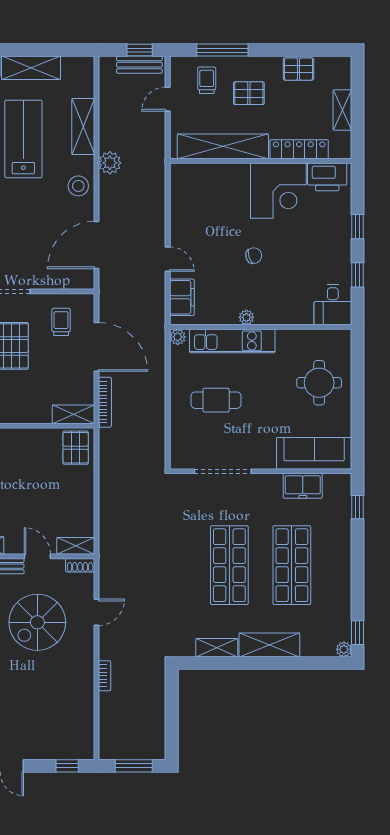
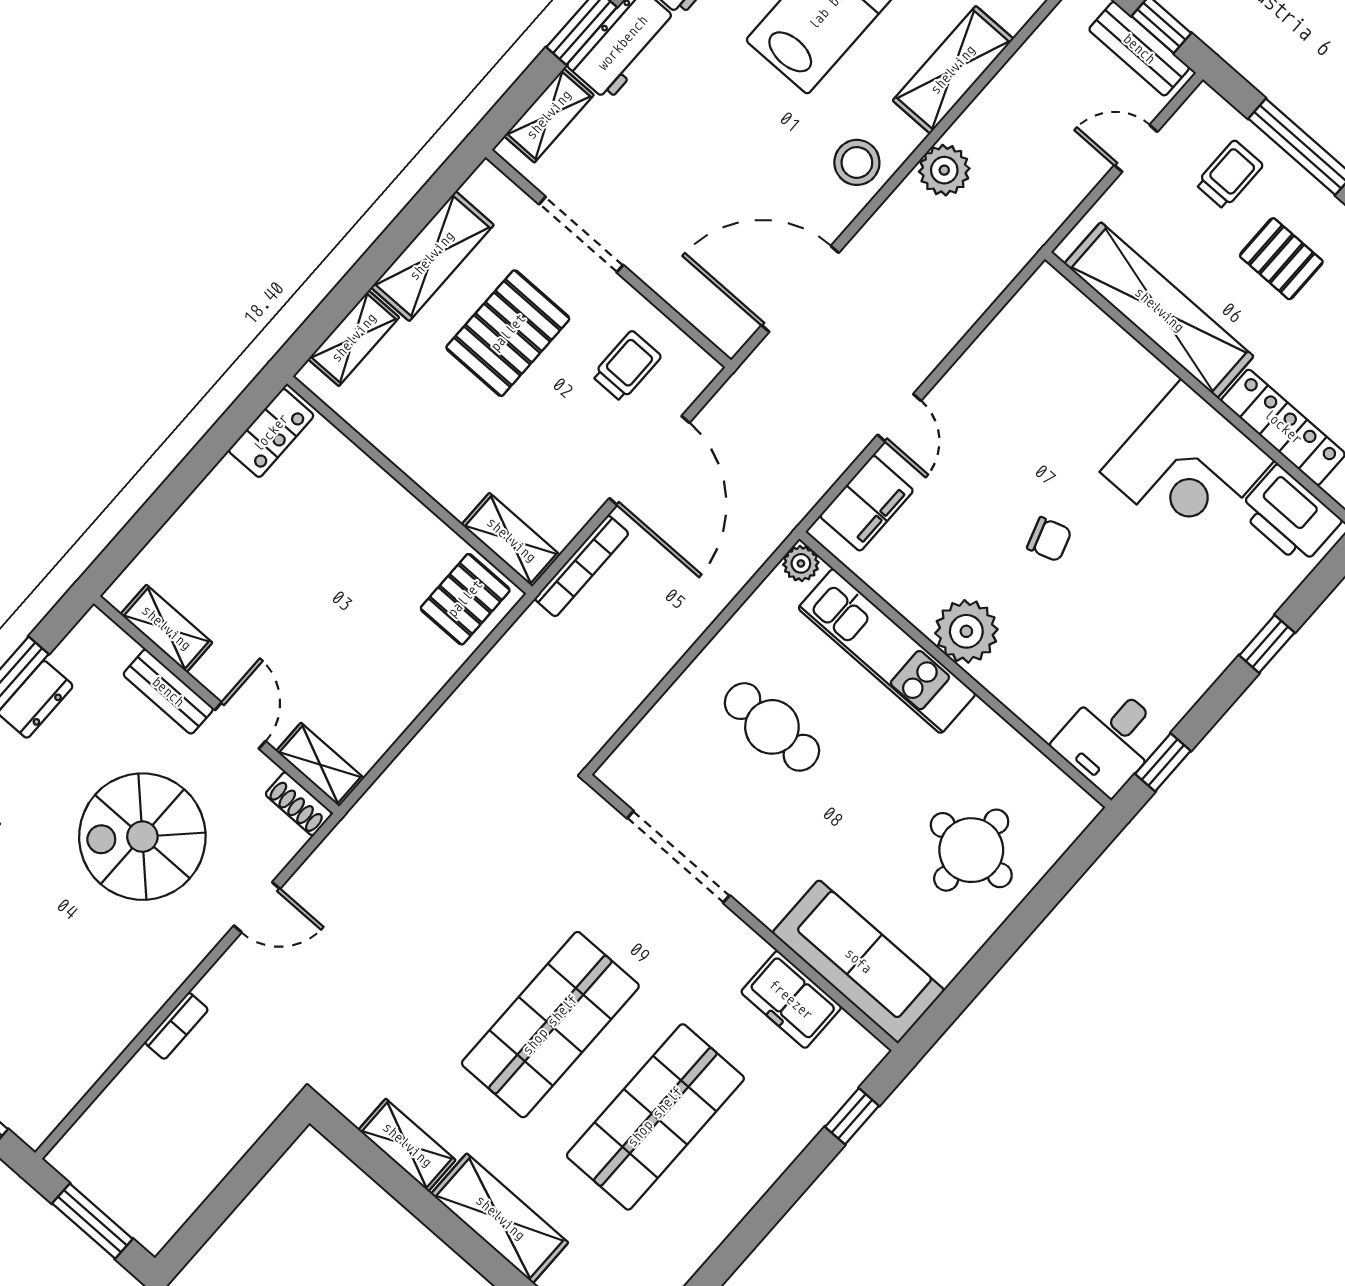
window: (358, 275) -> (1163, 762), moved
plant: (246, 317) -> (966, 631), width x1.88, depth x1.88

